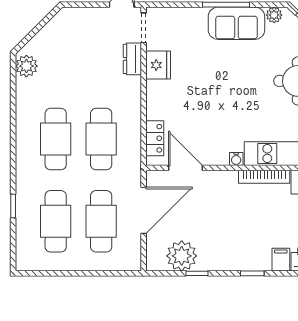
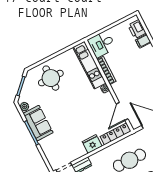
fridge: (158, 65) -> (92, 144), moved
locker: (155, 138) -> (115, 134), width x1.53

